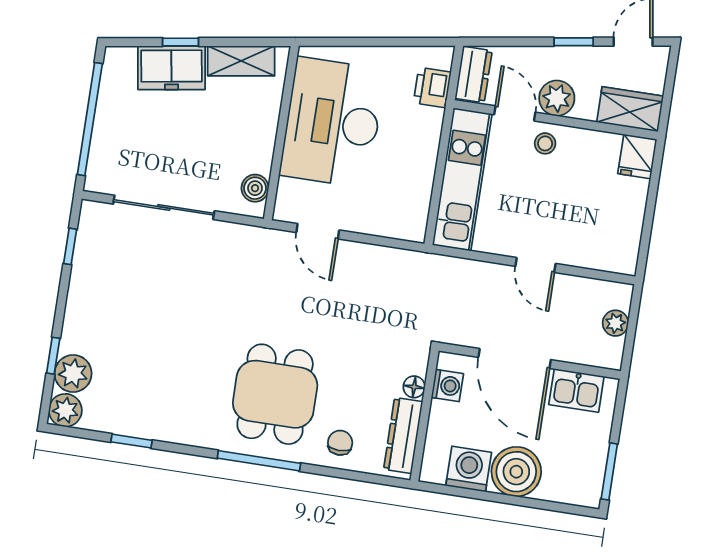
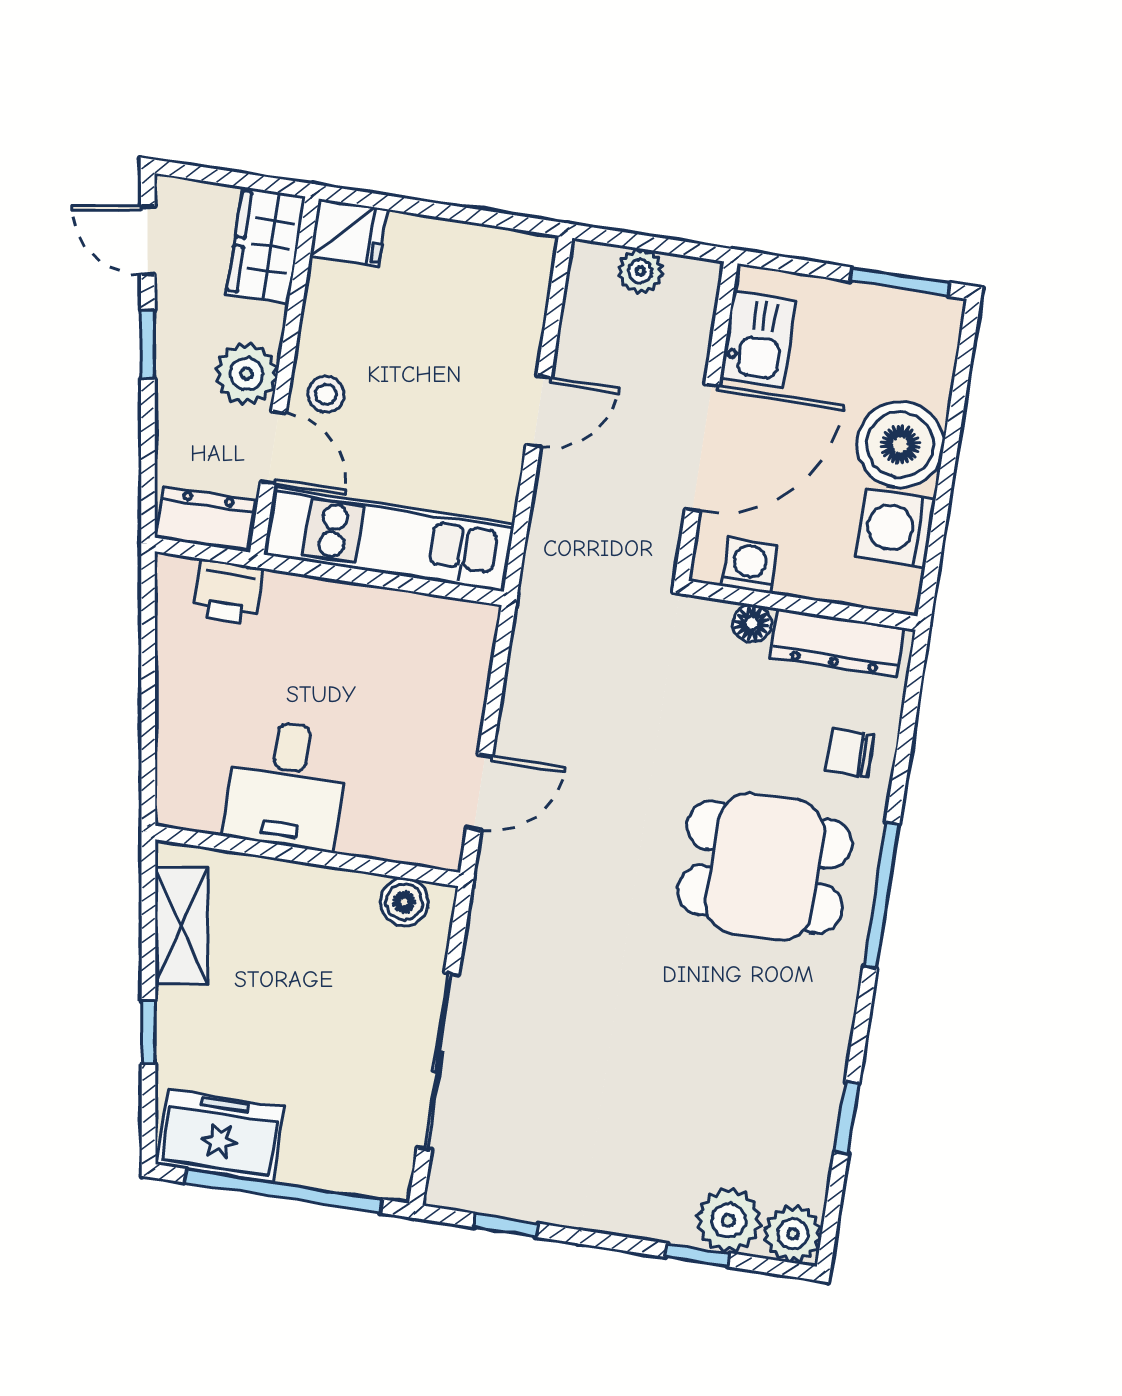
freezer: (172, 68) -> (220, 1136), moved, turned -81
door: (515, 113) -> (273, 447), swing flipped
desk: (332, 122) -> (286, 784), width x0.53, depth x0.77

